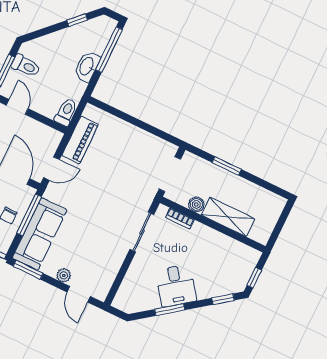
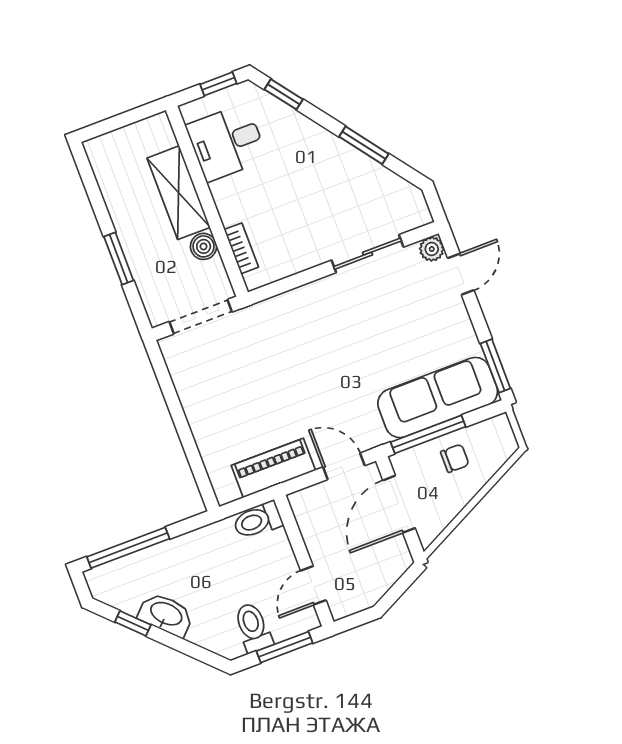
washbasin: (87, 66) -> (166, 615), moved, turned -135
sliding door: (142, 232) -> (368, 254), moved
plant: (64, 275) -> (432, 249), moved
desk: (176, 285) -> (227, 142), moved, turned -143

